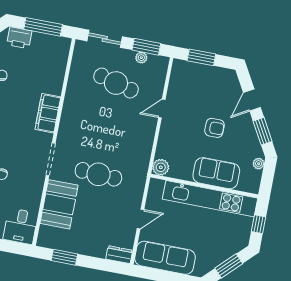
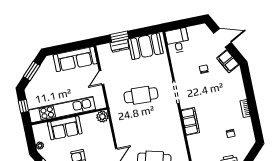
booth: (59, 204) -> (146, 46), moved, turned 90
dresser: (119, 255) -> (120, 46), moved
window: (64, 257) -> (119, 37), moved

